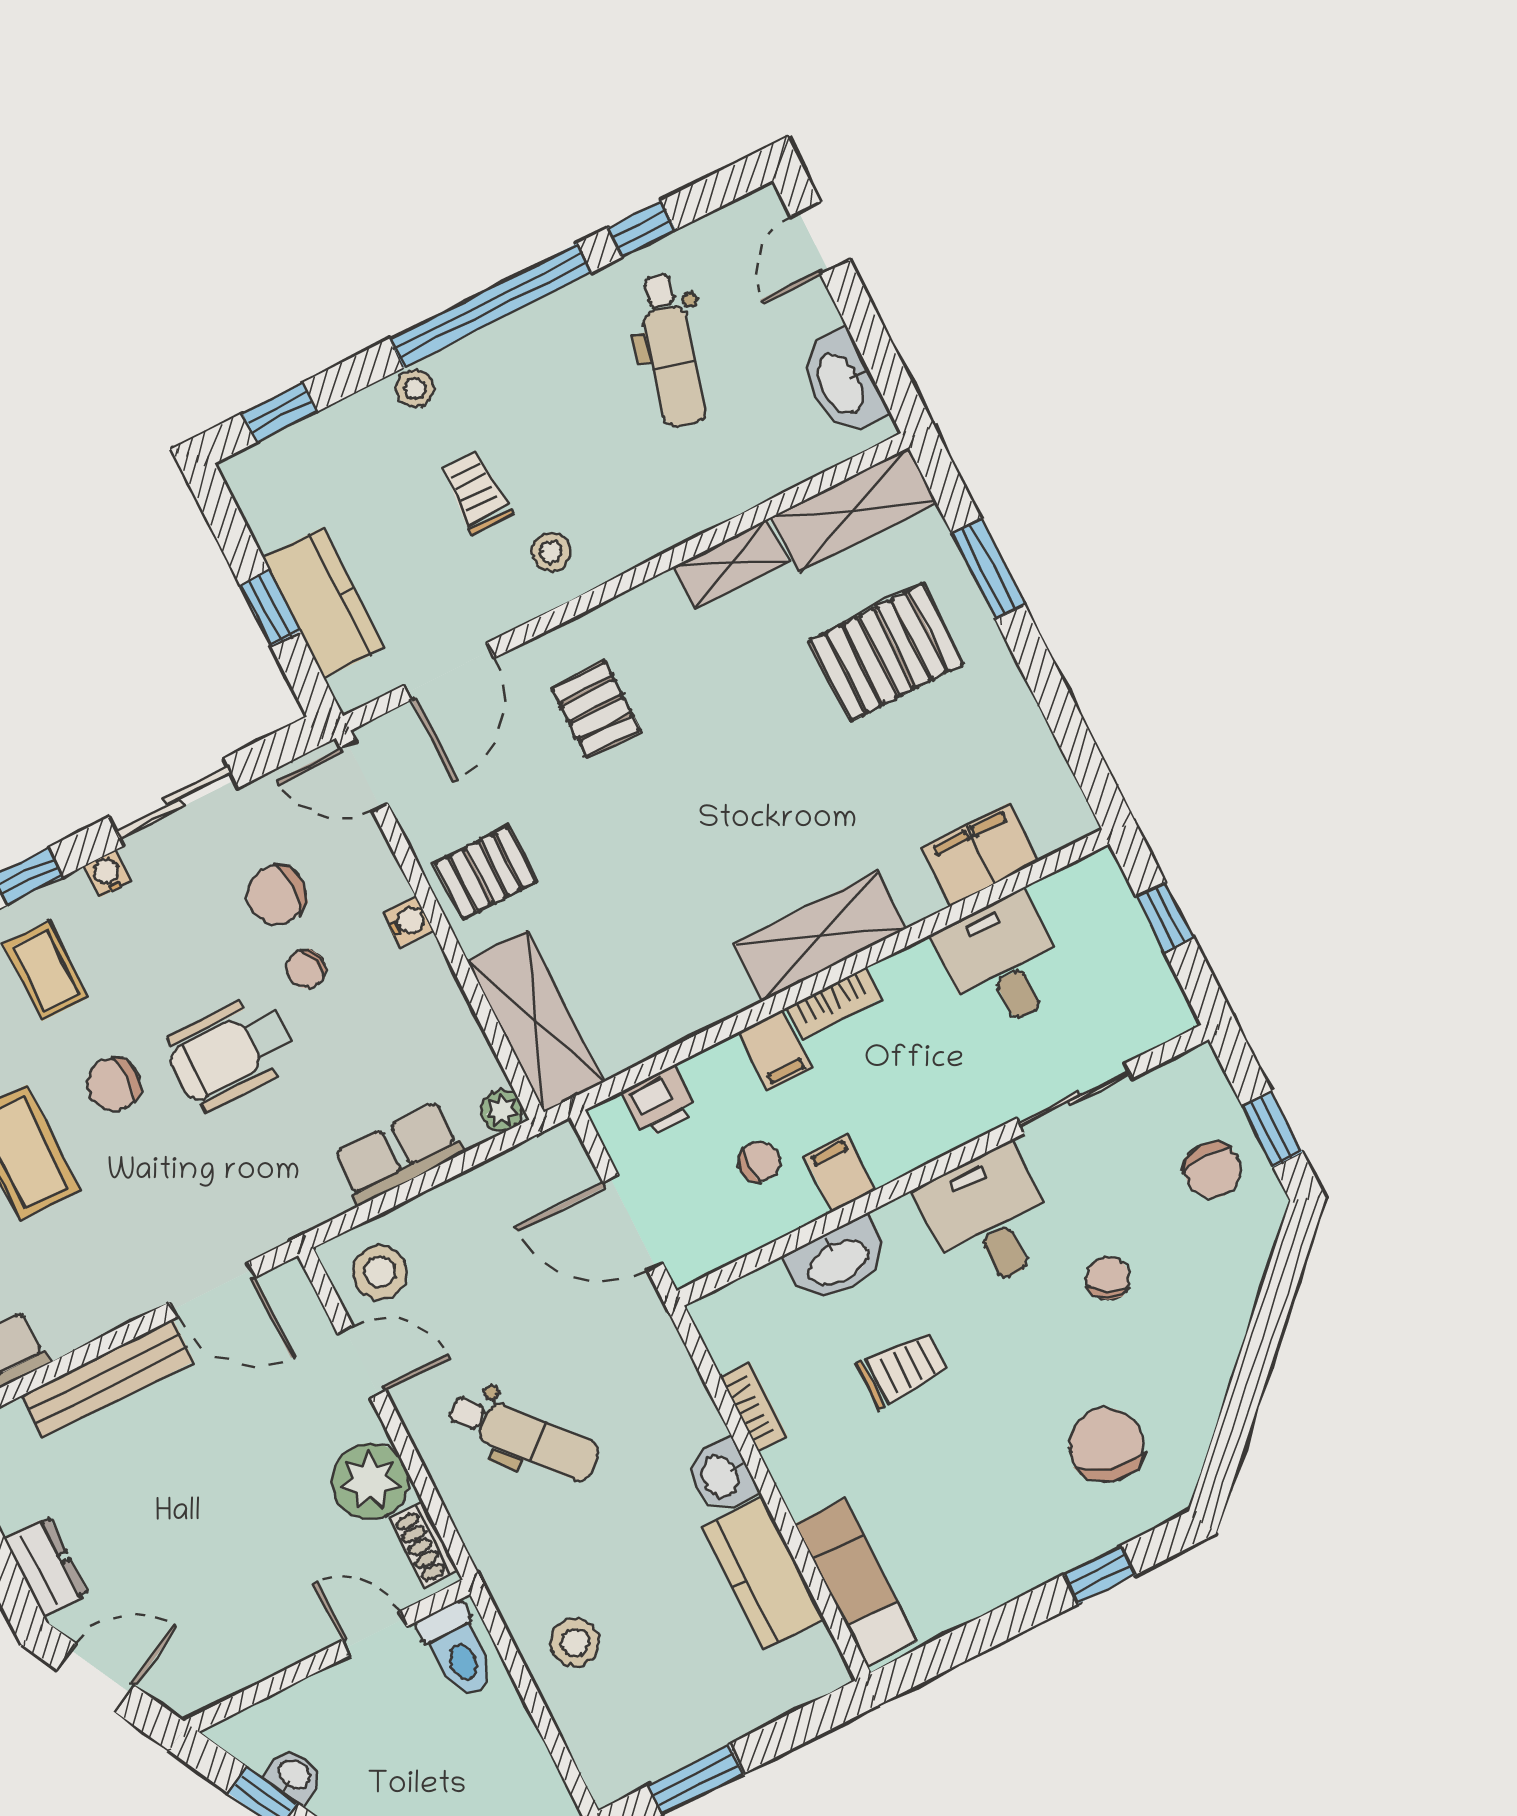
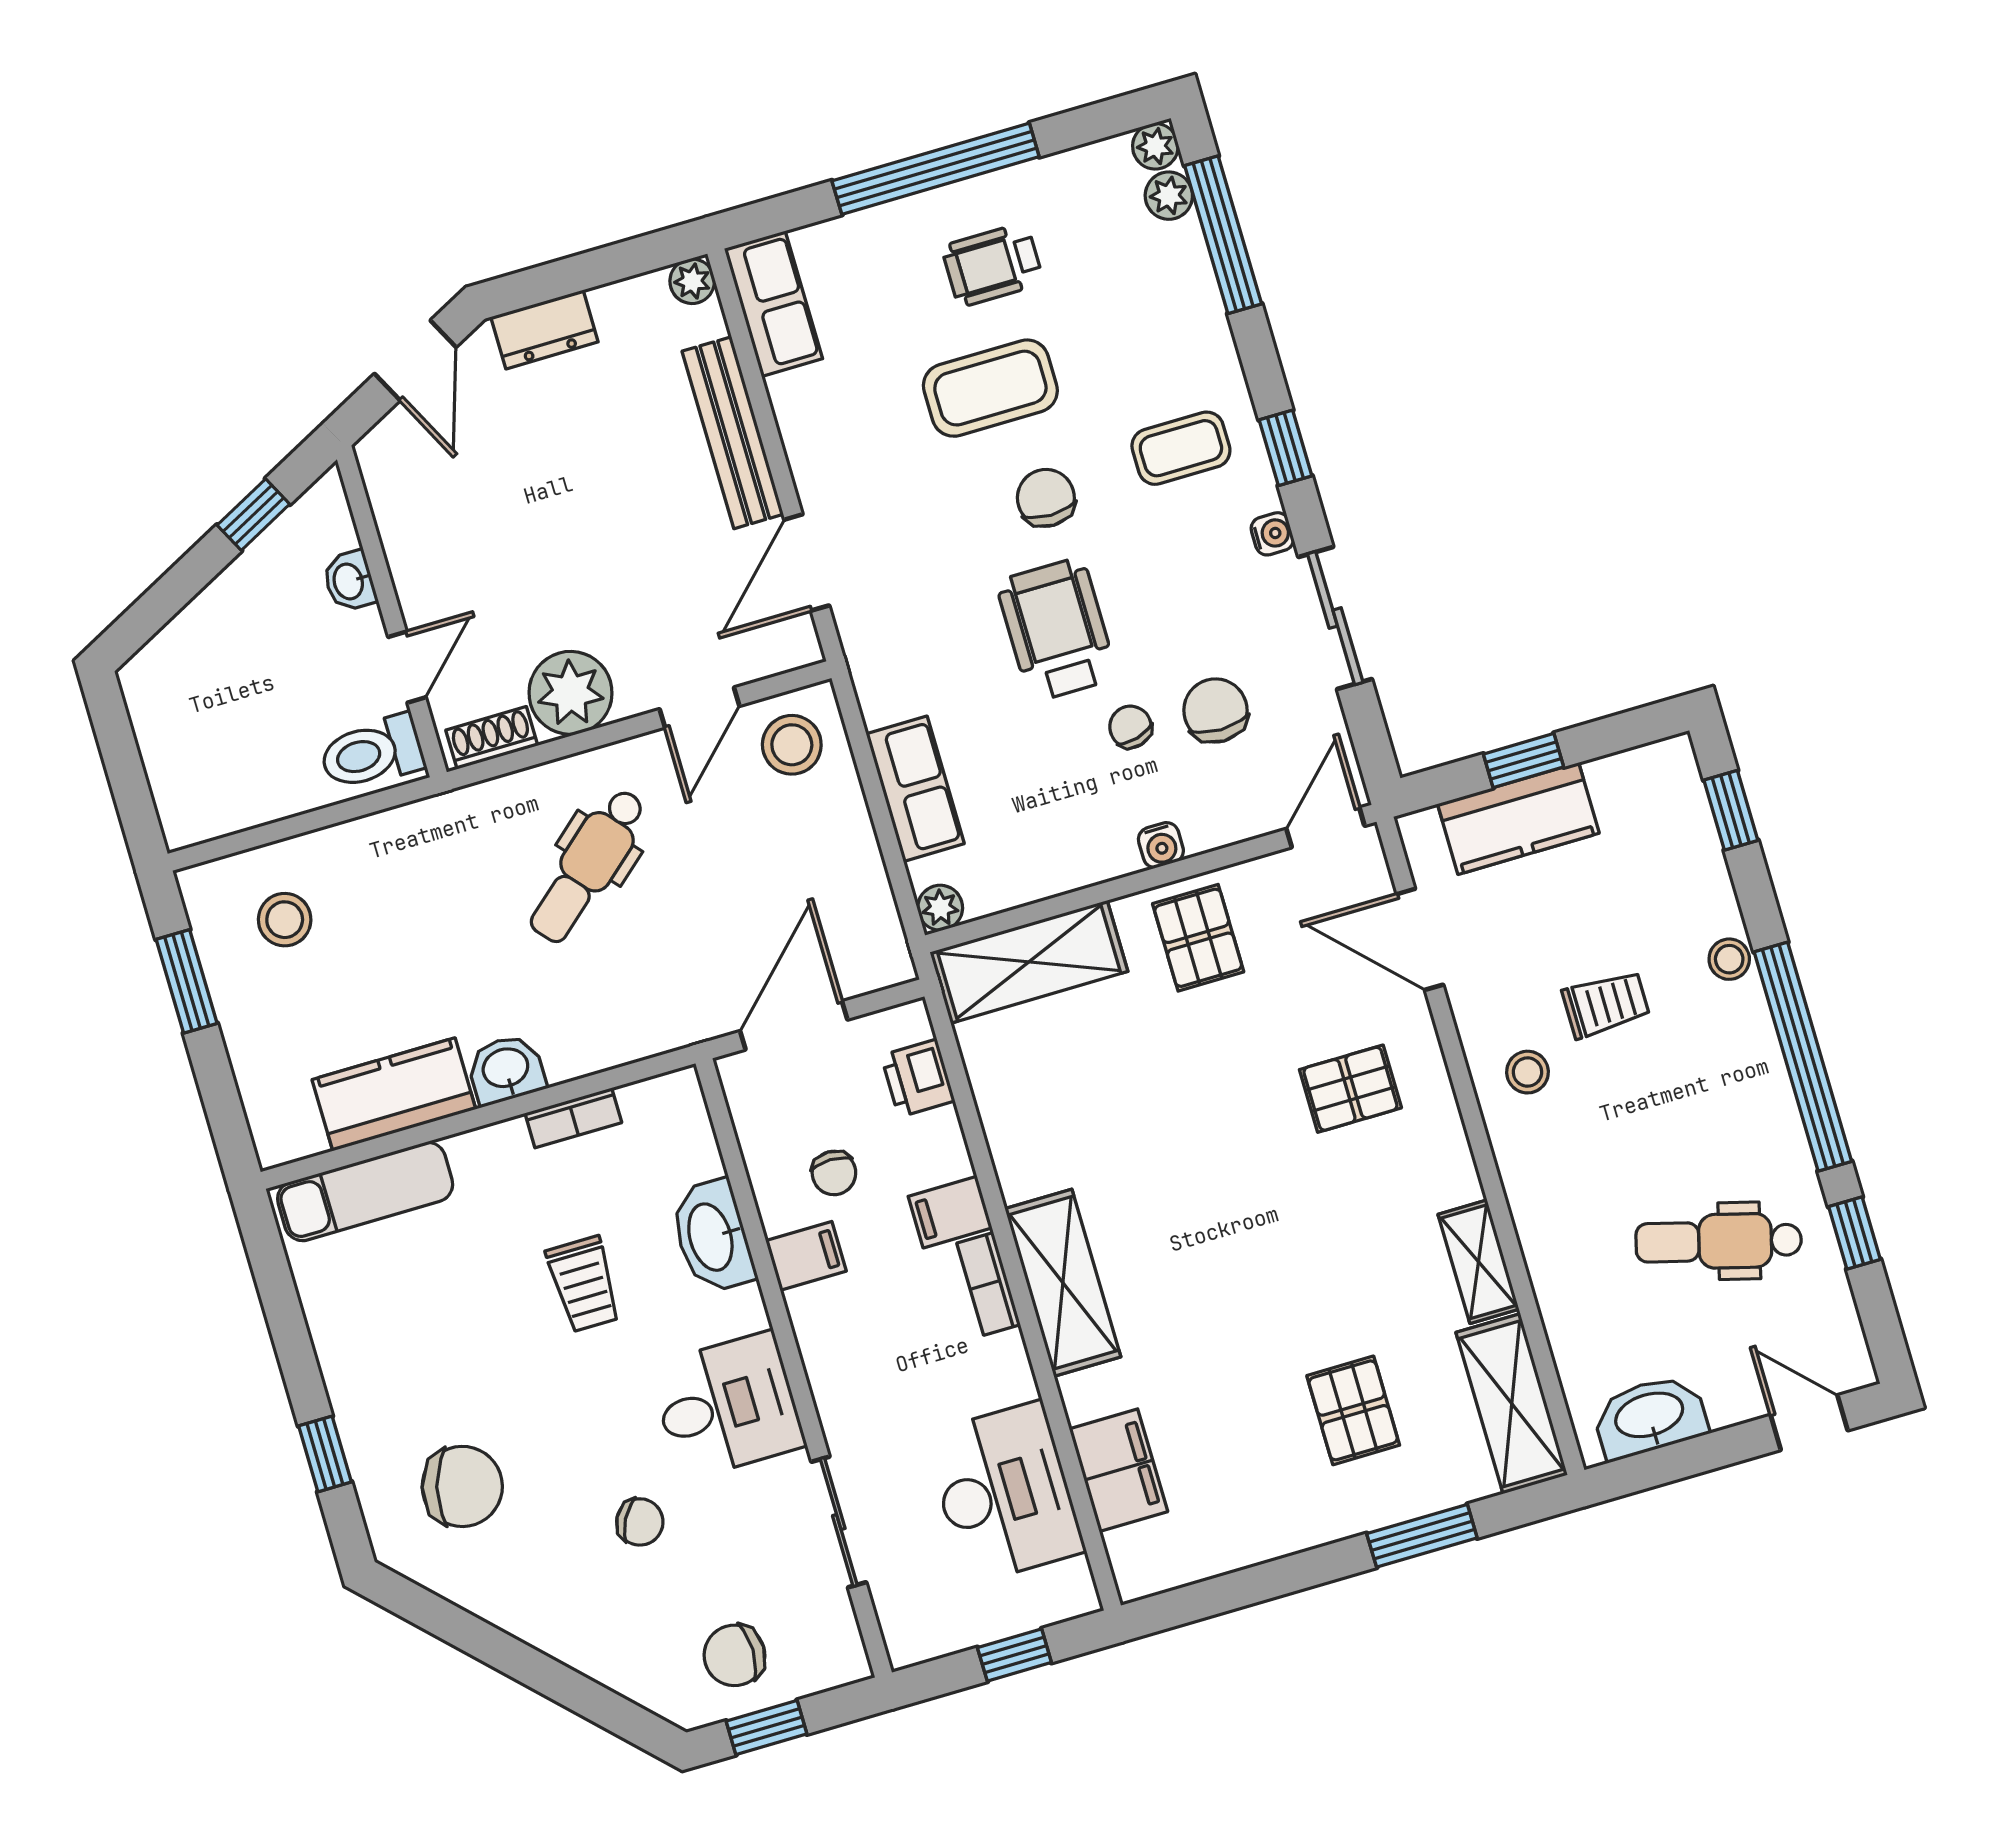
pallet: (886, 652) -> (1353, 1410), width x0.67, depth x0.71
desk: (1002, 962) -> (1005, 1493), width x1.37
stool: (575, 1642) -> (285, 920), moved
washbasin: (294, 1775) -> (349, 581), moved, turned 117

